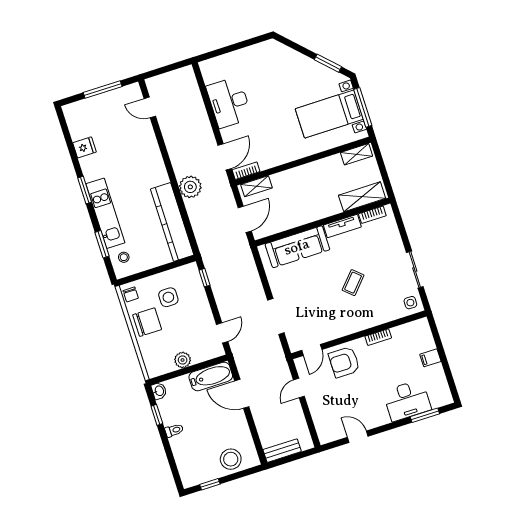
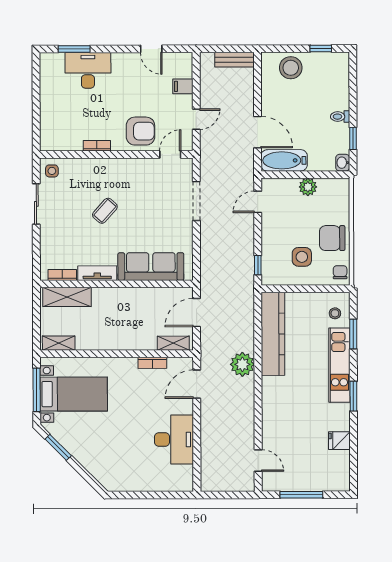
bookcase: (246, 171) -> (152, 363), moved
filing cabinet: (430, 358) -> (183, 86), moved, turned 180

